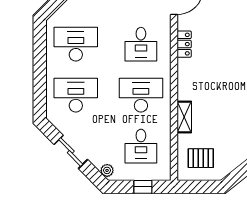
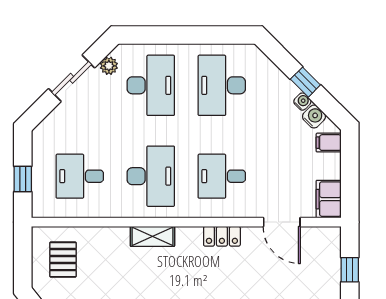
desk: (76, 44) -> (222, 85), turned 180
shelving: (184, 117) -> (152, 236), moved
plant: (107, 170) -> (109, 66), moved

